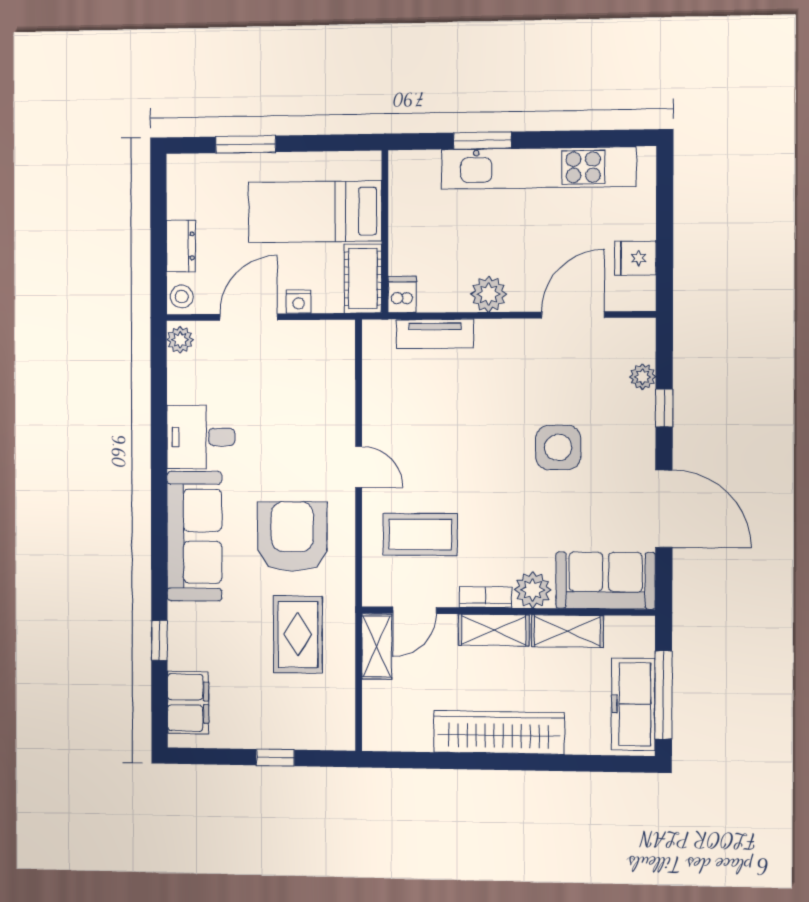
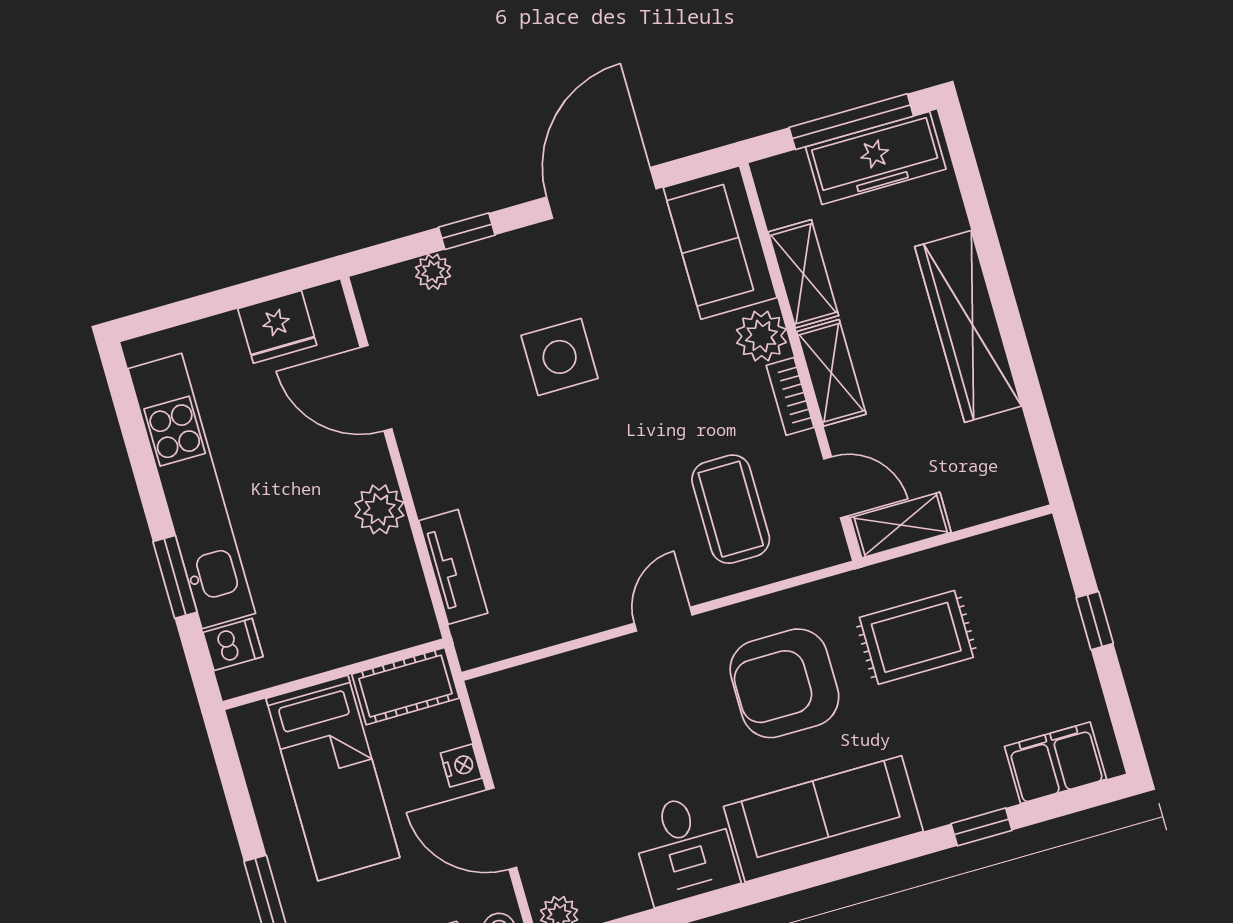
fridge: (635, 258) -> (277, 327), width x1.38
dishwasher: (402, 295) -> (233, 644), moved, turned 180

